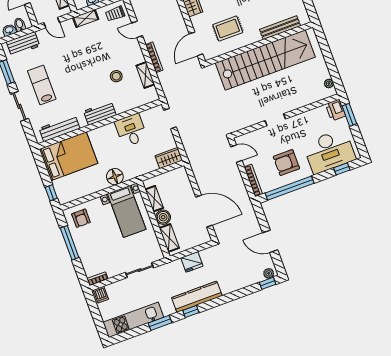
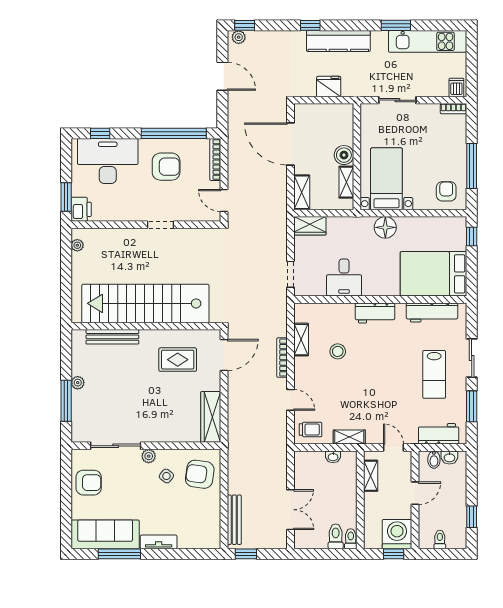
shelving: (169, 238) -> (302, 192), moved
window: (191, 312) -> (310, 25), moved

